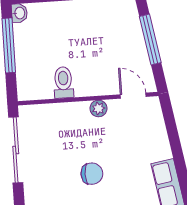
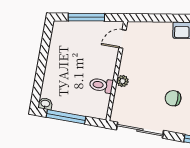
plant: (99, 108) -> (123, 81), moved
chair: (92, 174) -> (173, 98), moved, turned -90

